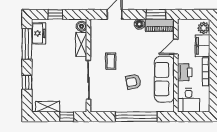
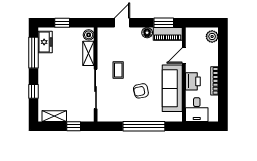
filing cabinet: (202, 46) -> (211, 55), removed

